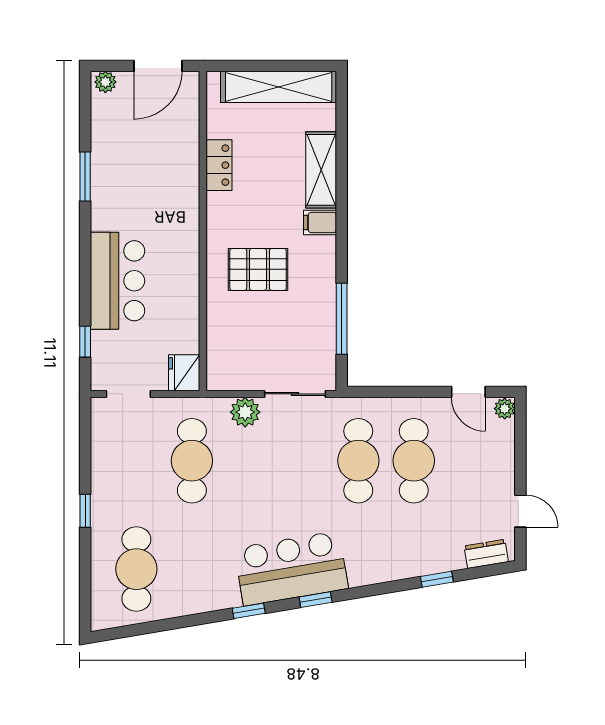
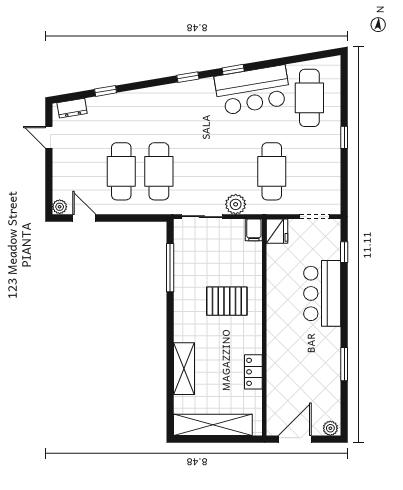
filing cabinet: (320, 222) -> (254, 230), moved, turned 90
bar counter: (291, 568) -> (253, 90), moved

